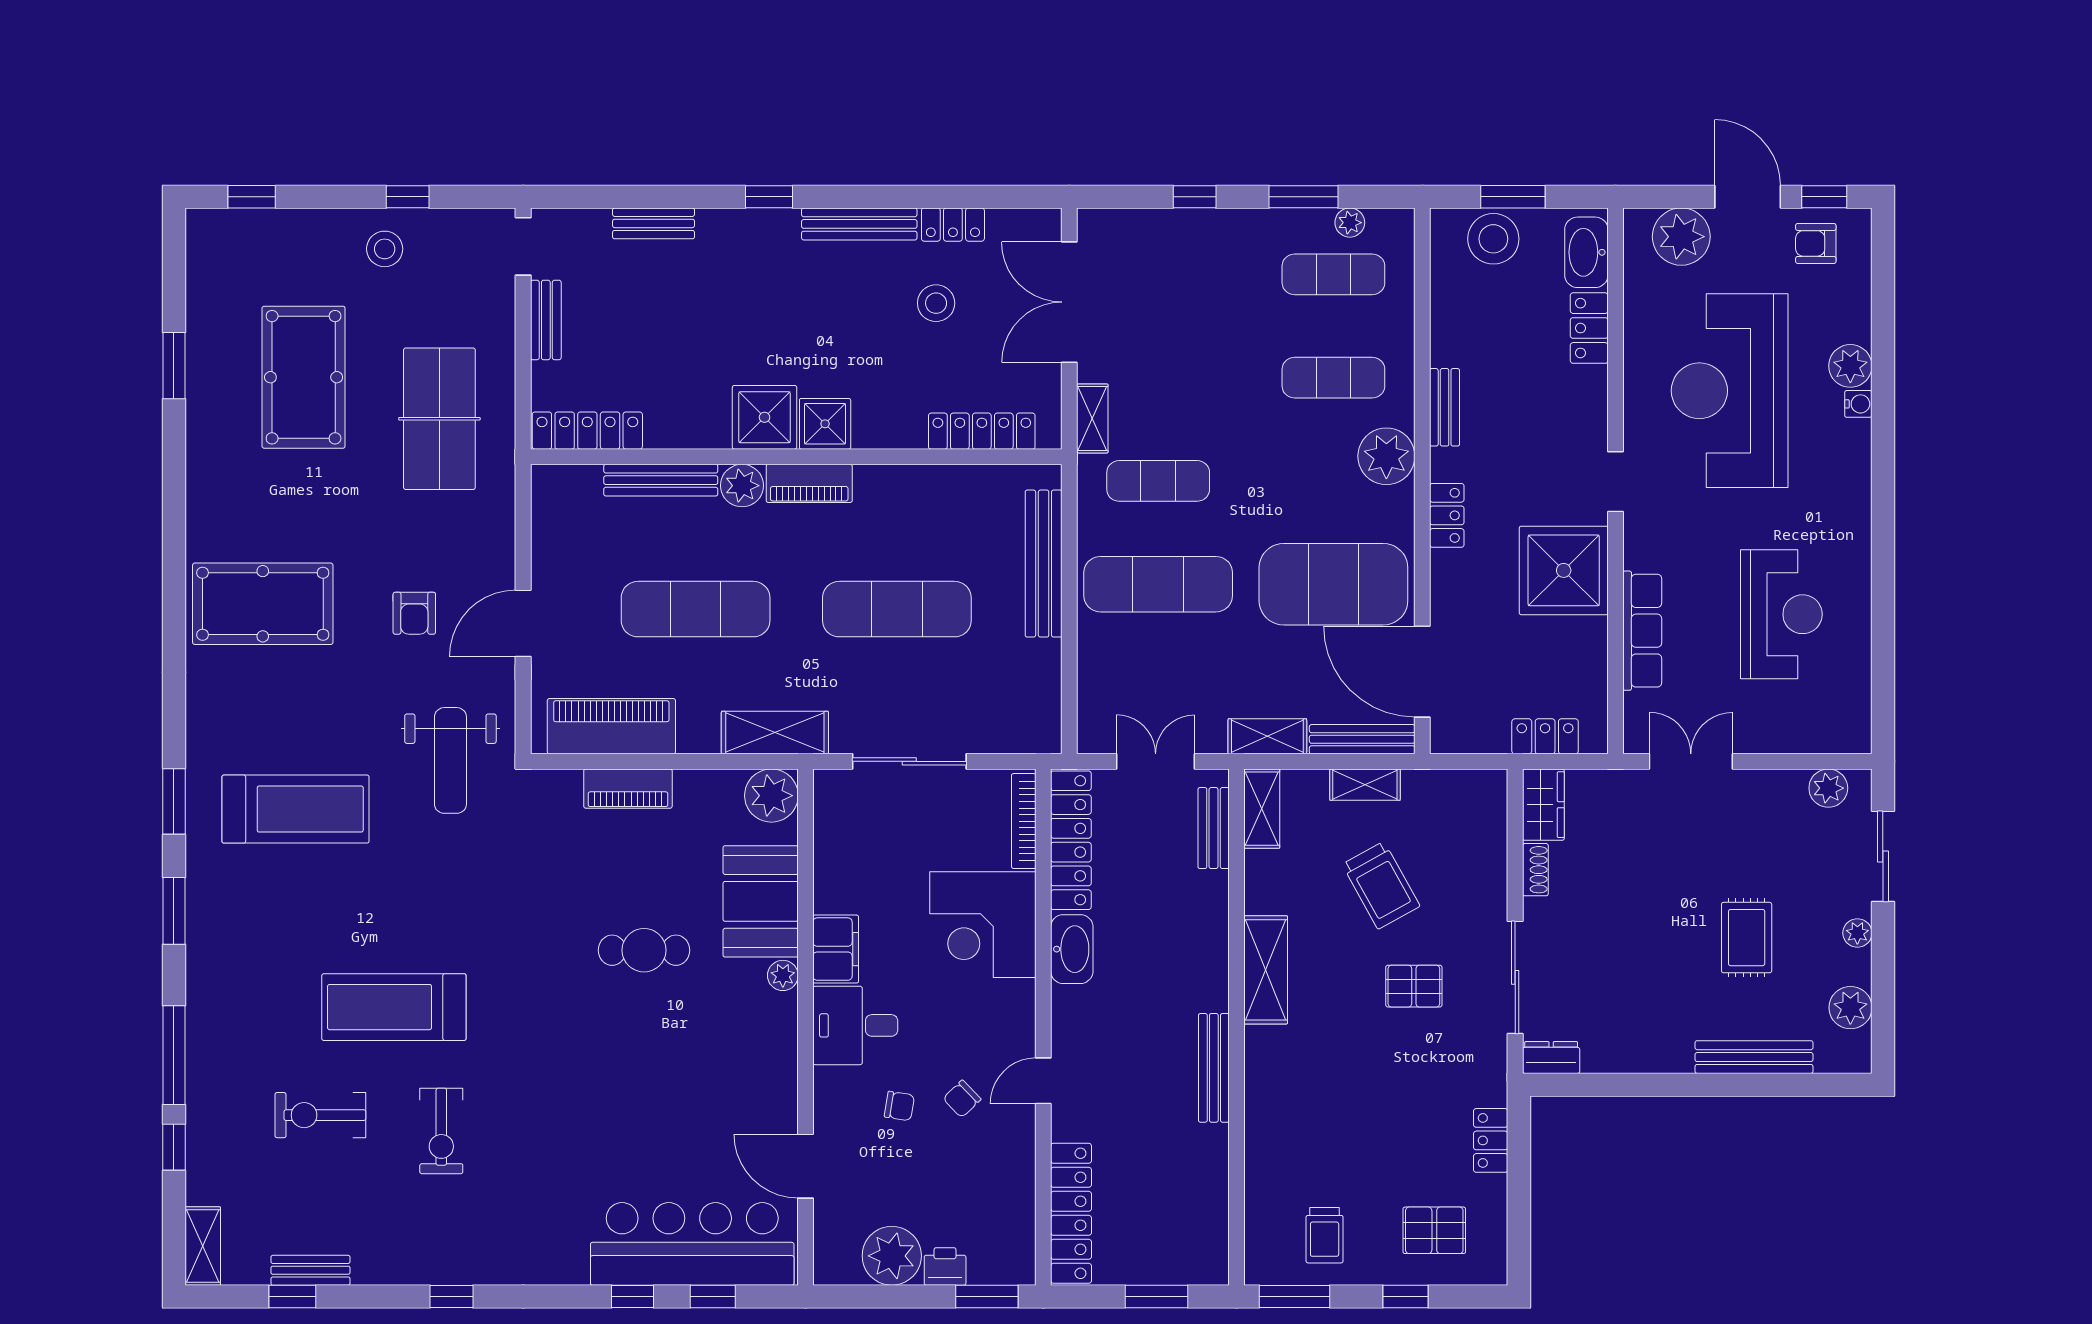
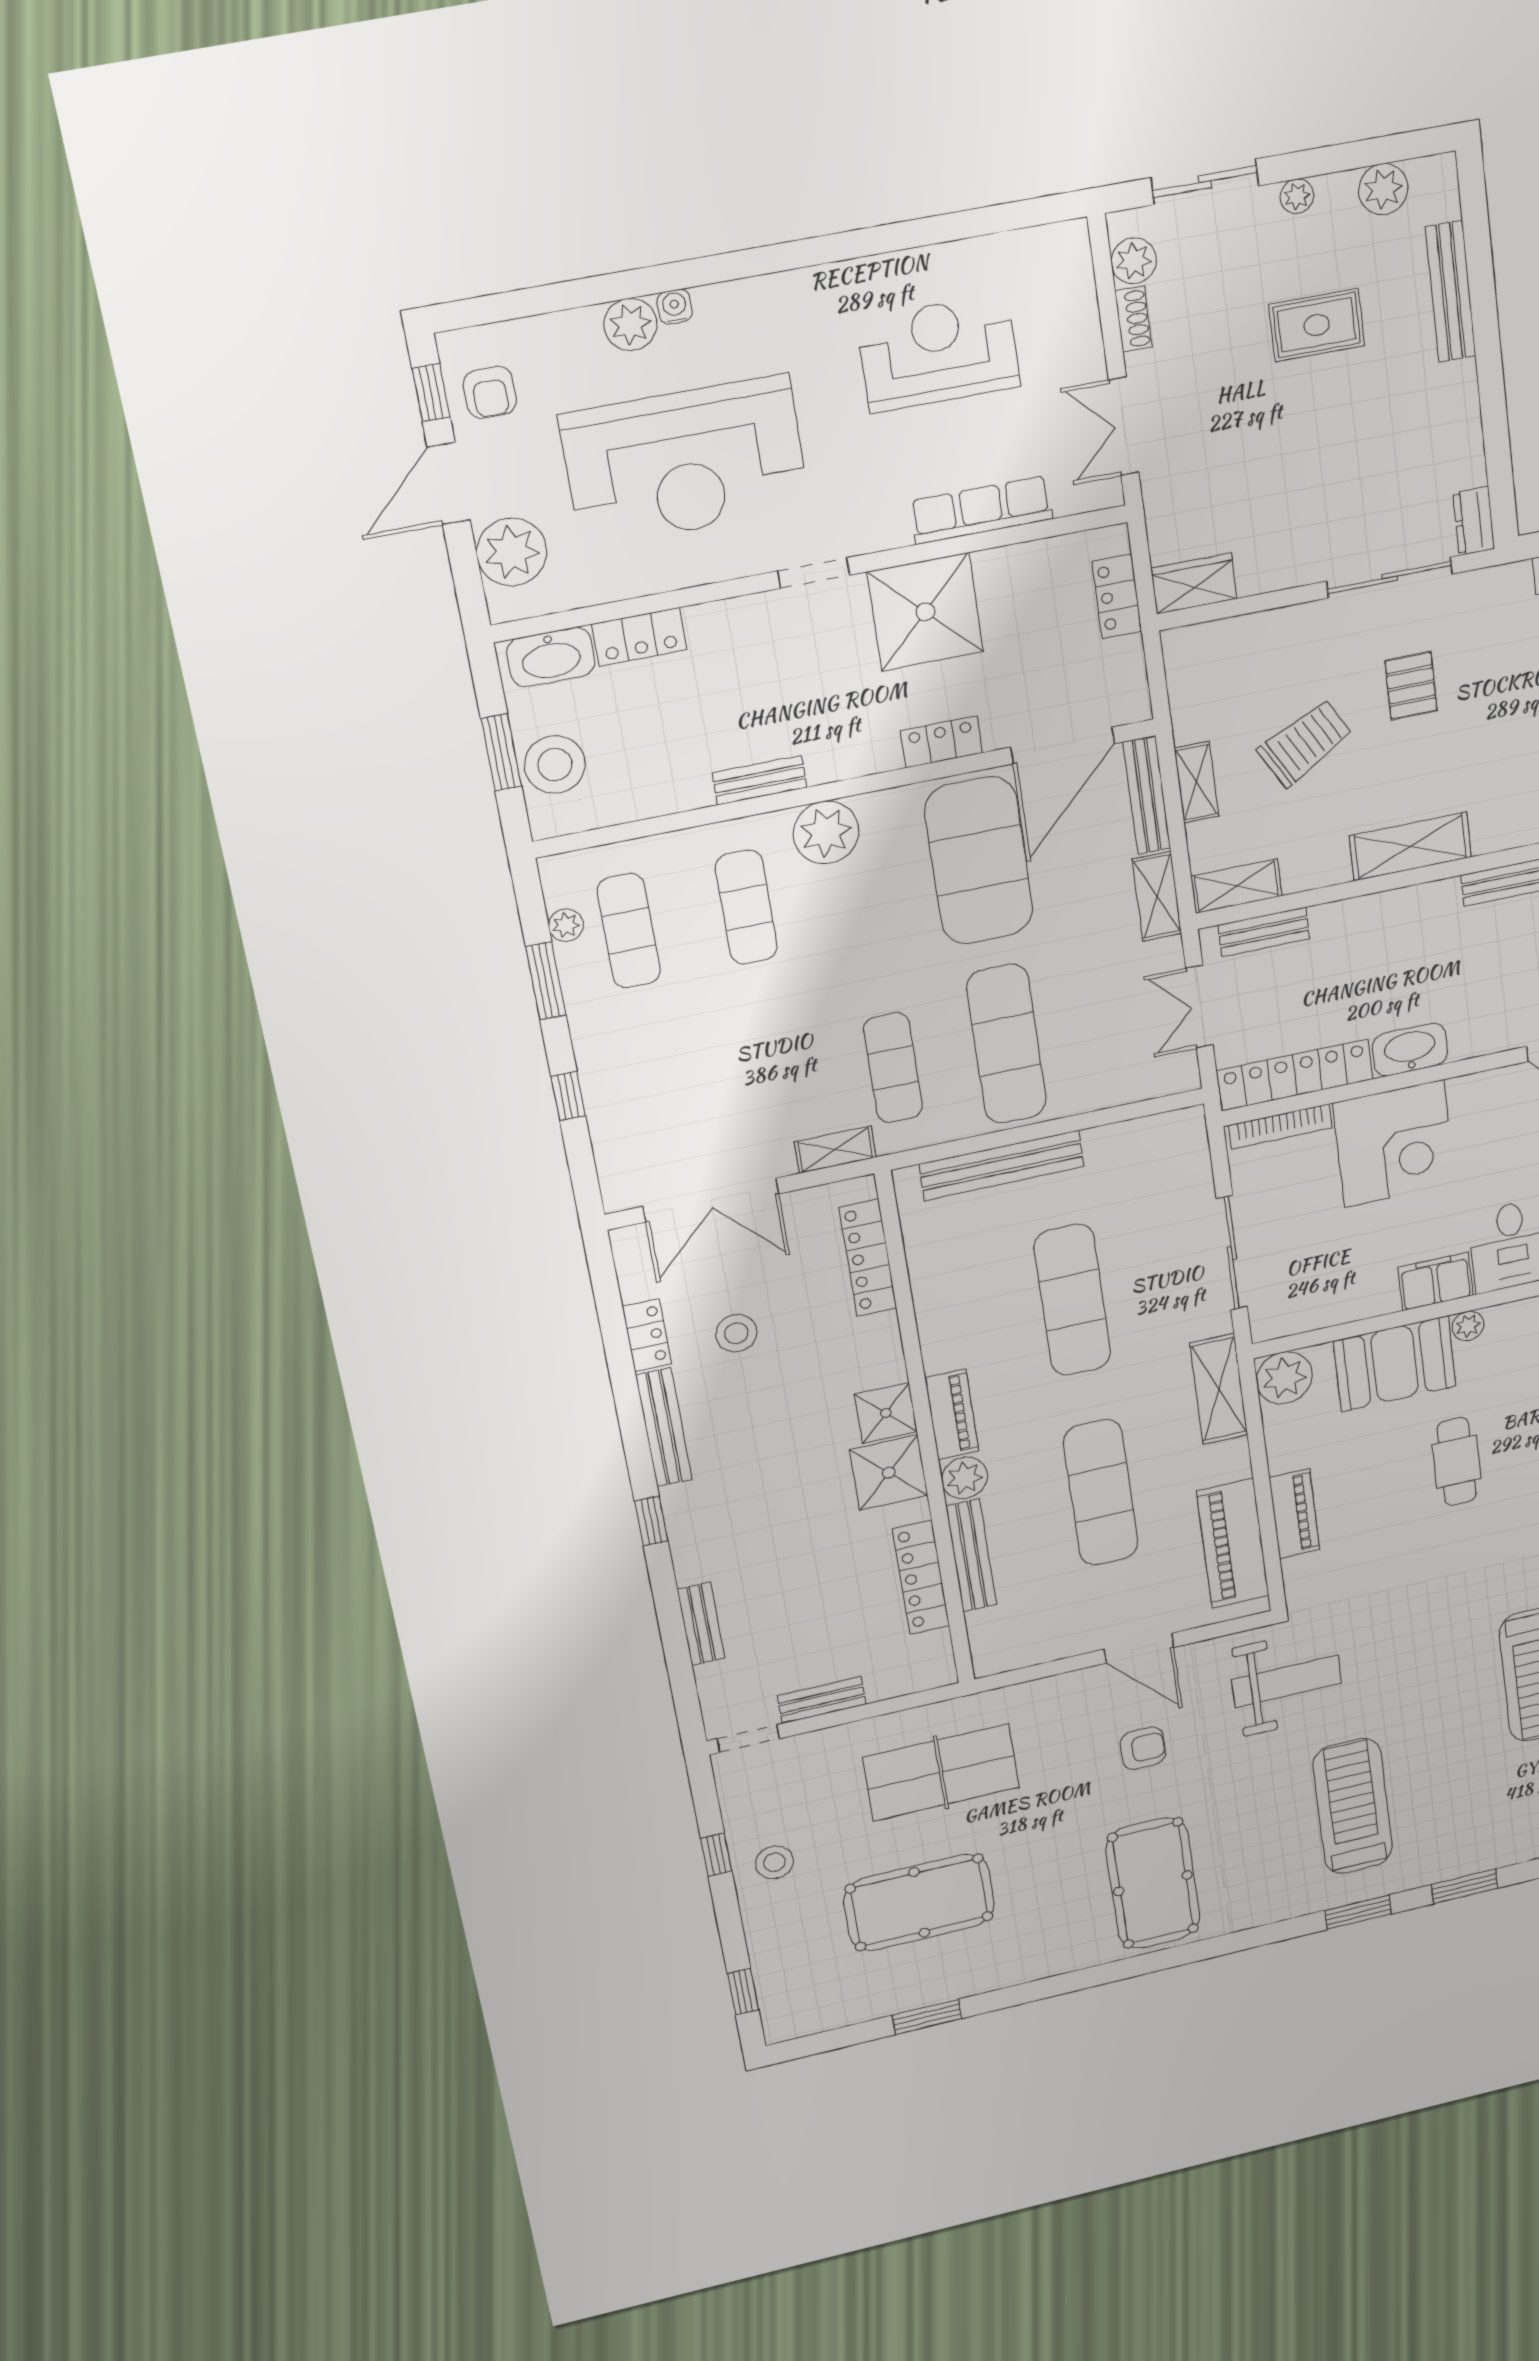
locker: (587, 431) -> (921, 1577), moved
locker: (1447, 515) -> (941, 742), moved
shoe rack: (1535, 870) -> (1133, 319), moved, turned 90

